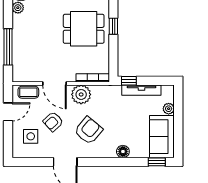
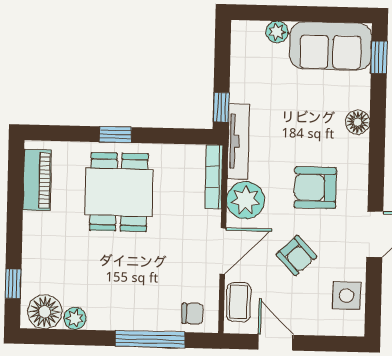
chair: (22, 68) -> (192, 314), added
tv unit: (141, 90) -> (238, 141), moved
armchair: (89, 130) -> (315, 188), turned -40
side table: (31, 136) -> (347, 296), moved

